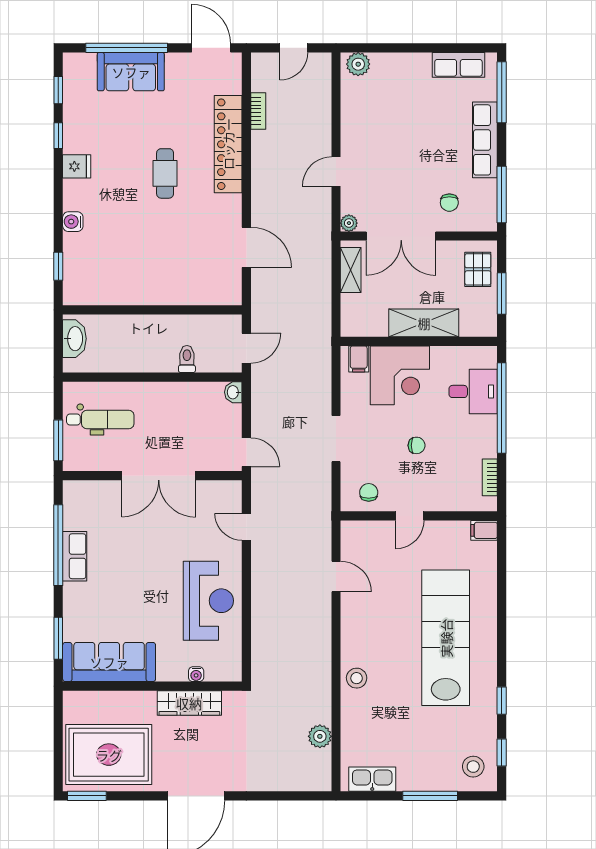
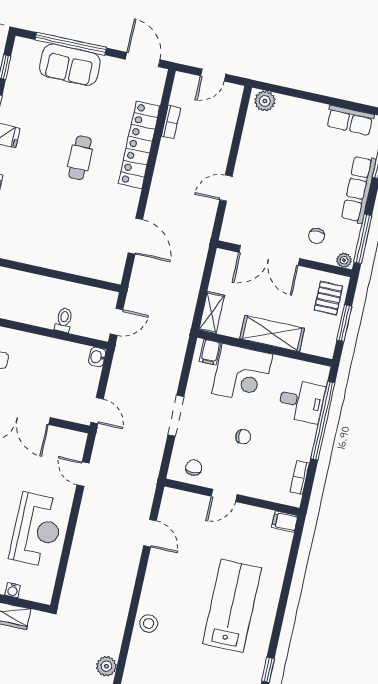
plant: (349, 223) -> (344, 260), moved
shelving: (351, 270) -> (212, 313), moved
lab bench: (446, 638) -> (232, 606), width x0.73

